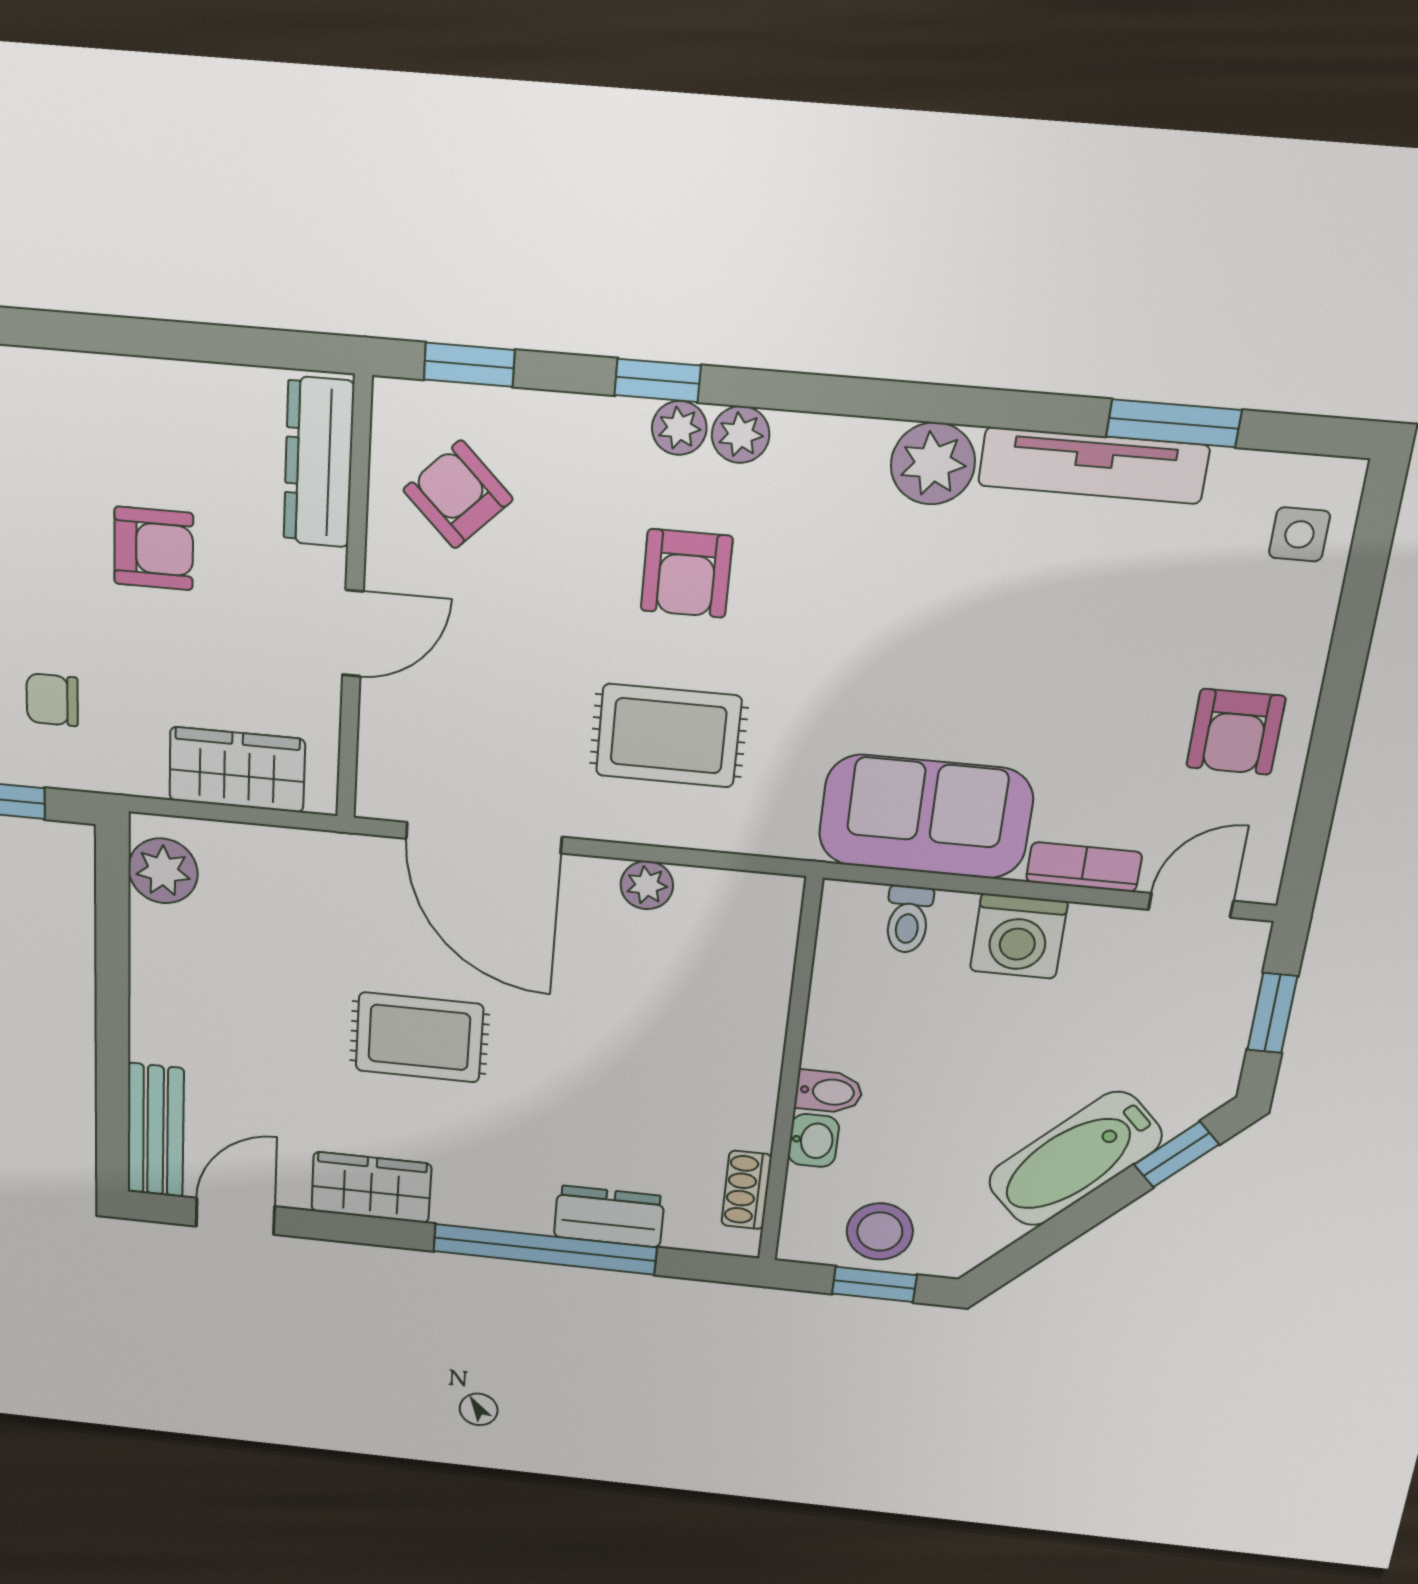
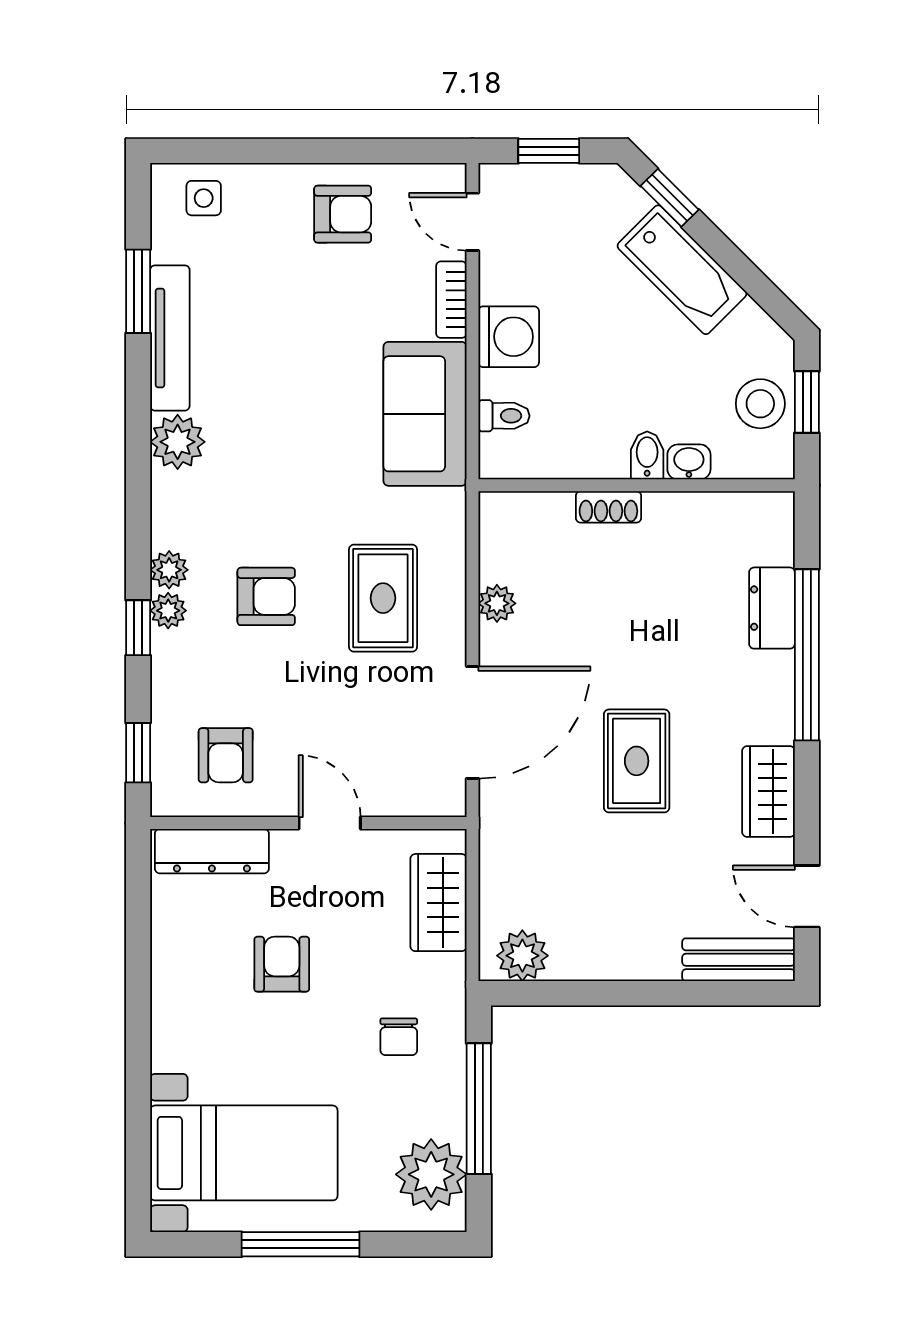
armchair: (458, 495) -> (226, 755), turned -45
shoe rack: (746, 1190) -> (608, 507), moved

